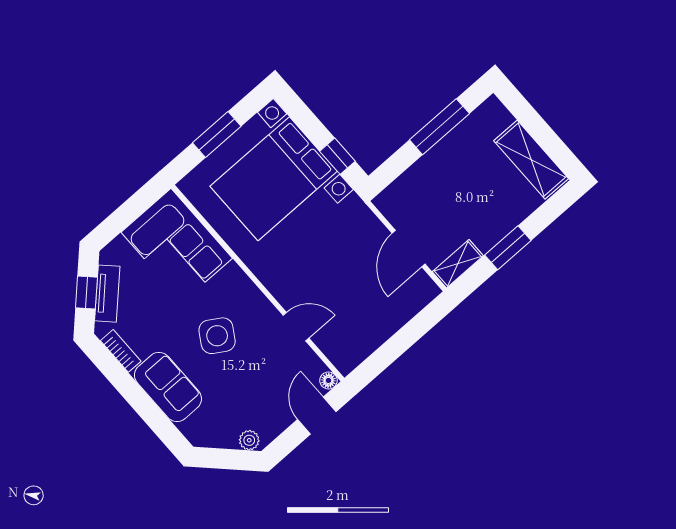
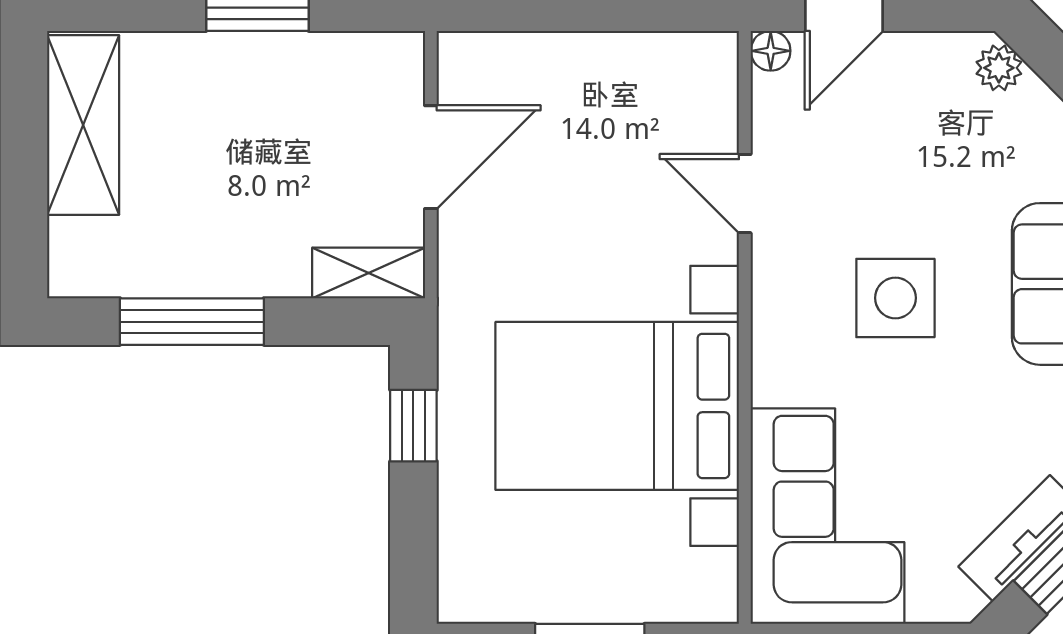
bed with nightstands: (274, 179) -> (617, 406), moved, turned 180
shelving: (458, 264) -> (369, 273), moved
side table: (217, 336) -> (895, 298), turned -32

